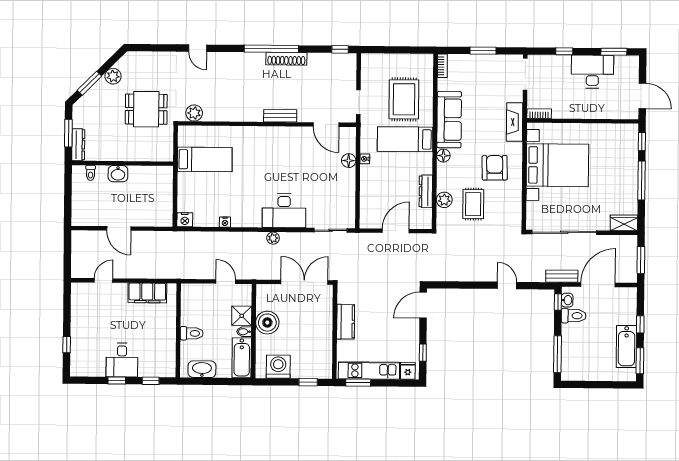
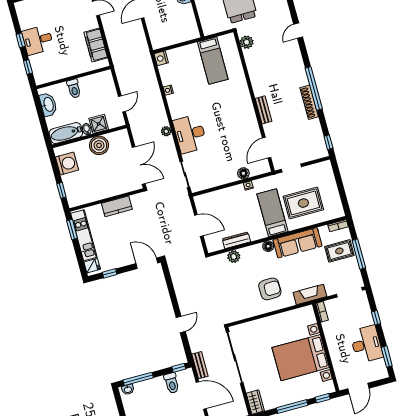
window: (483, 51) -> (359, 254), width x1.44
bed with nightstands: (557, 165) -> (301, 358), moved, turned 90
rug: (473, 204) -> (339, 251), moved
washbasin: (567, 300) -> (128, 389), moved

